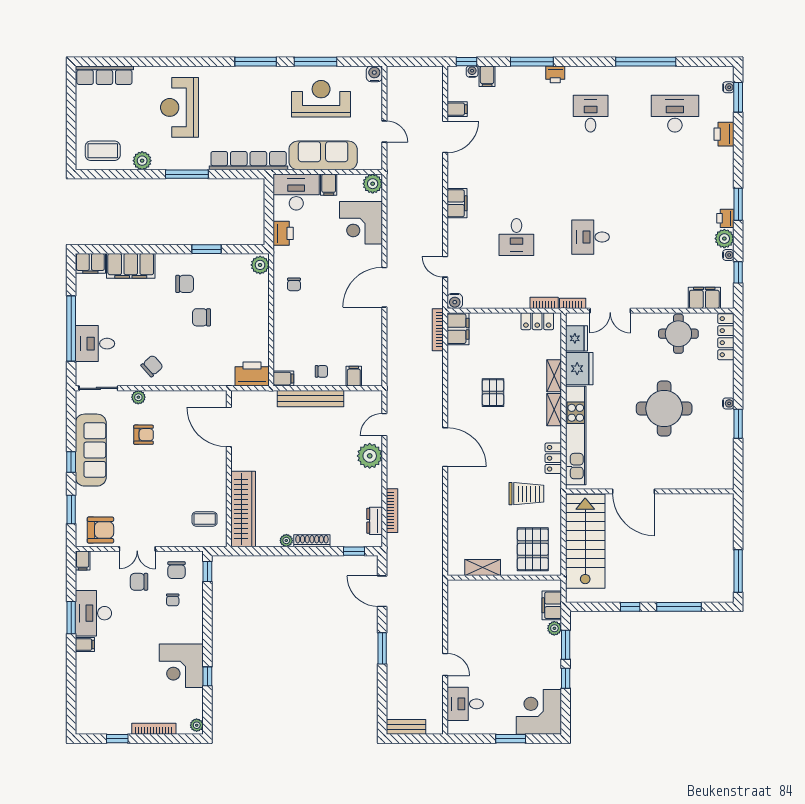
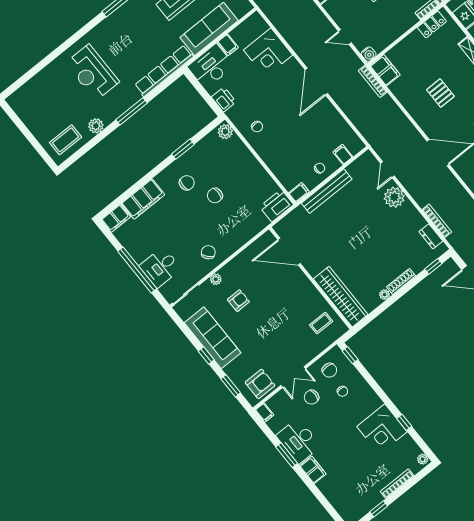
row of seats: (104, 75) -> (28, 91), removed
plant: (373, 184) -> (255, 21), removed
filing cabinet: (85, 645) -> (313, 470), width x2.00

